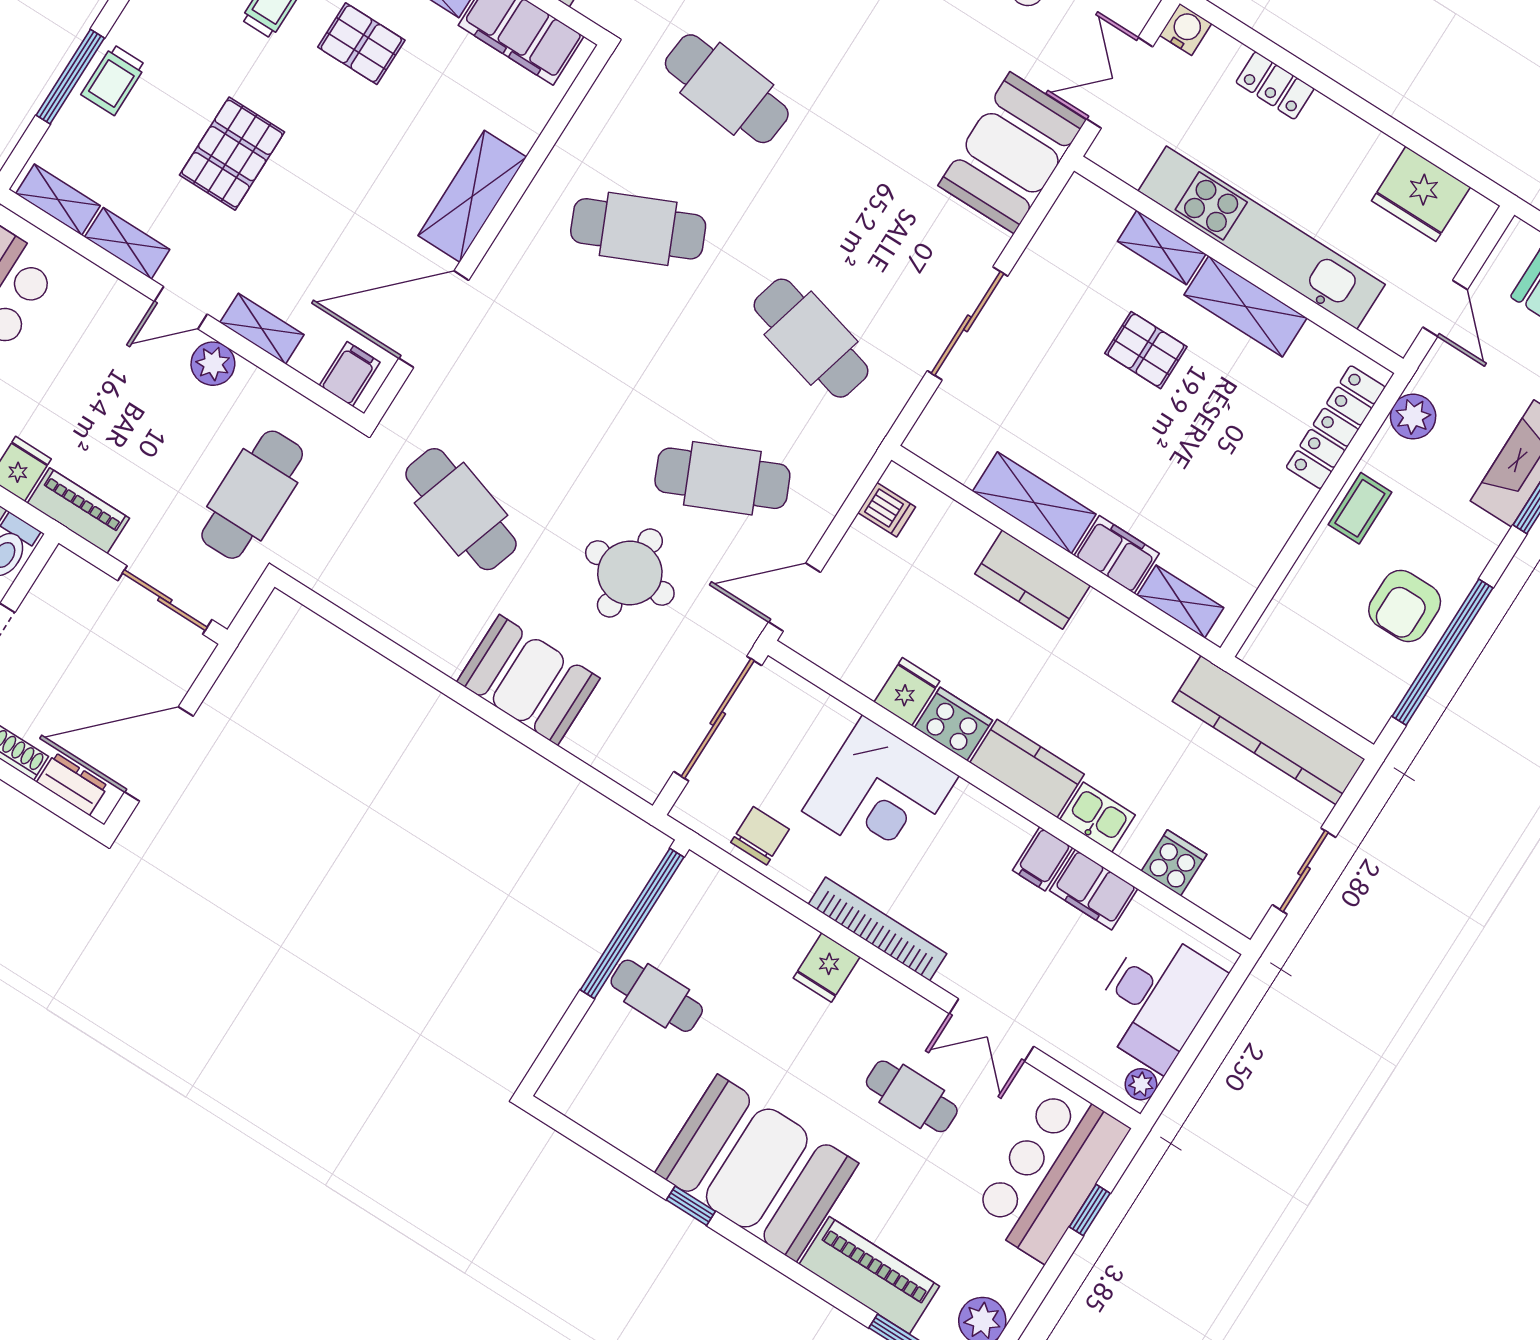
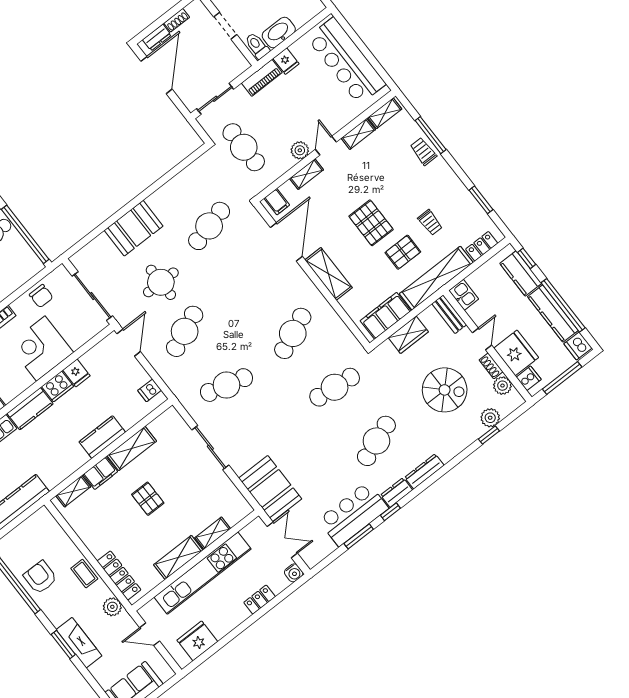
pallet: (232, 154) -> (371, 223), moved
pallet: (1146, 350) -> (148, 499), moved, turned 90
cafe table: (461, 509) -> (209, 226), turned -33

